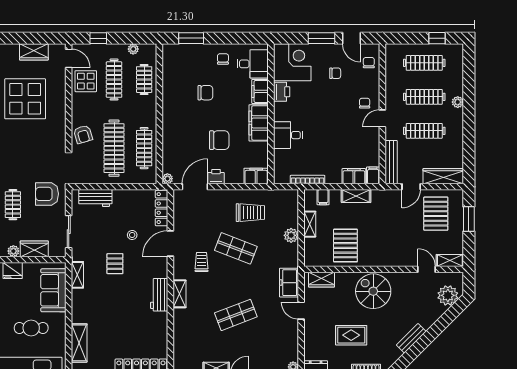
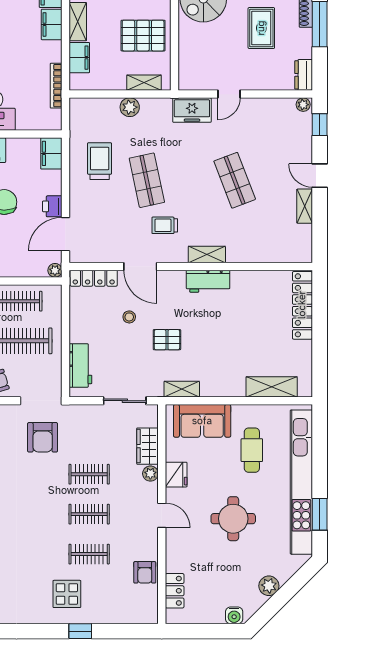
door: (195, 187) -> (66, 234), hinge flipped
armchair: (47, 194) -> (43, 437), moved
filing cabinet: (323, 197) -> (79, 58), width x2.00
shelving: (310, 224) -> (144, 83), moved
shop shelf: (236, 248) -> (147, 180), turned -33
wardrobe: (322, 280) -> (188, 67), removed

